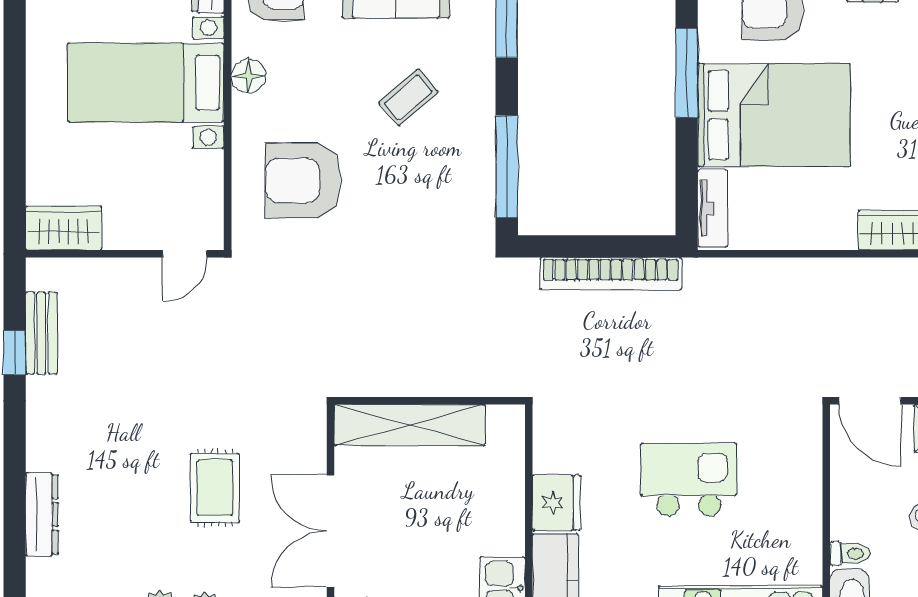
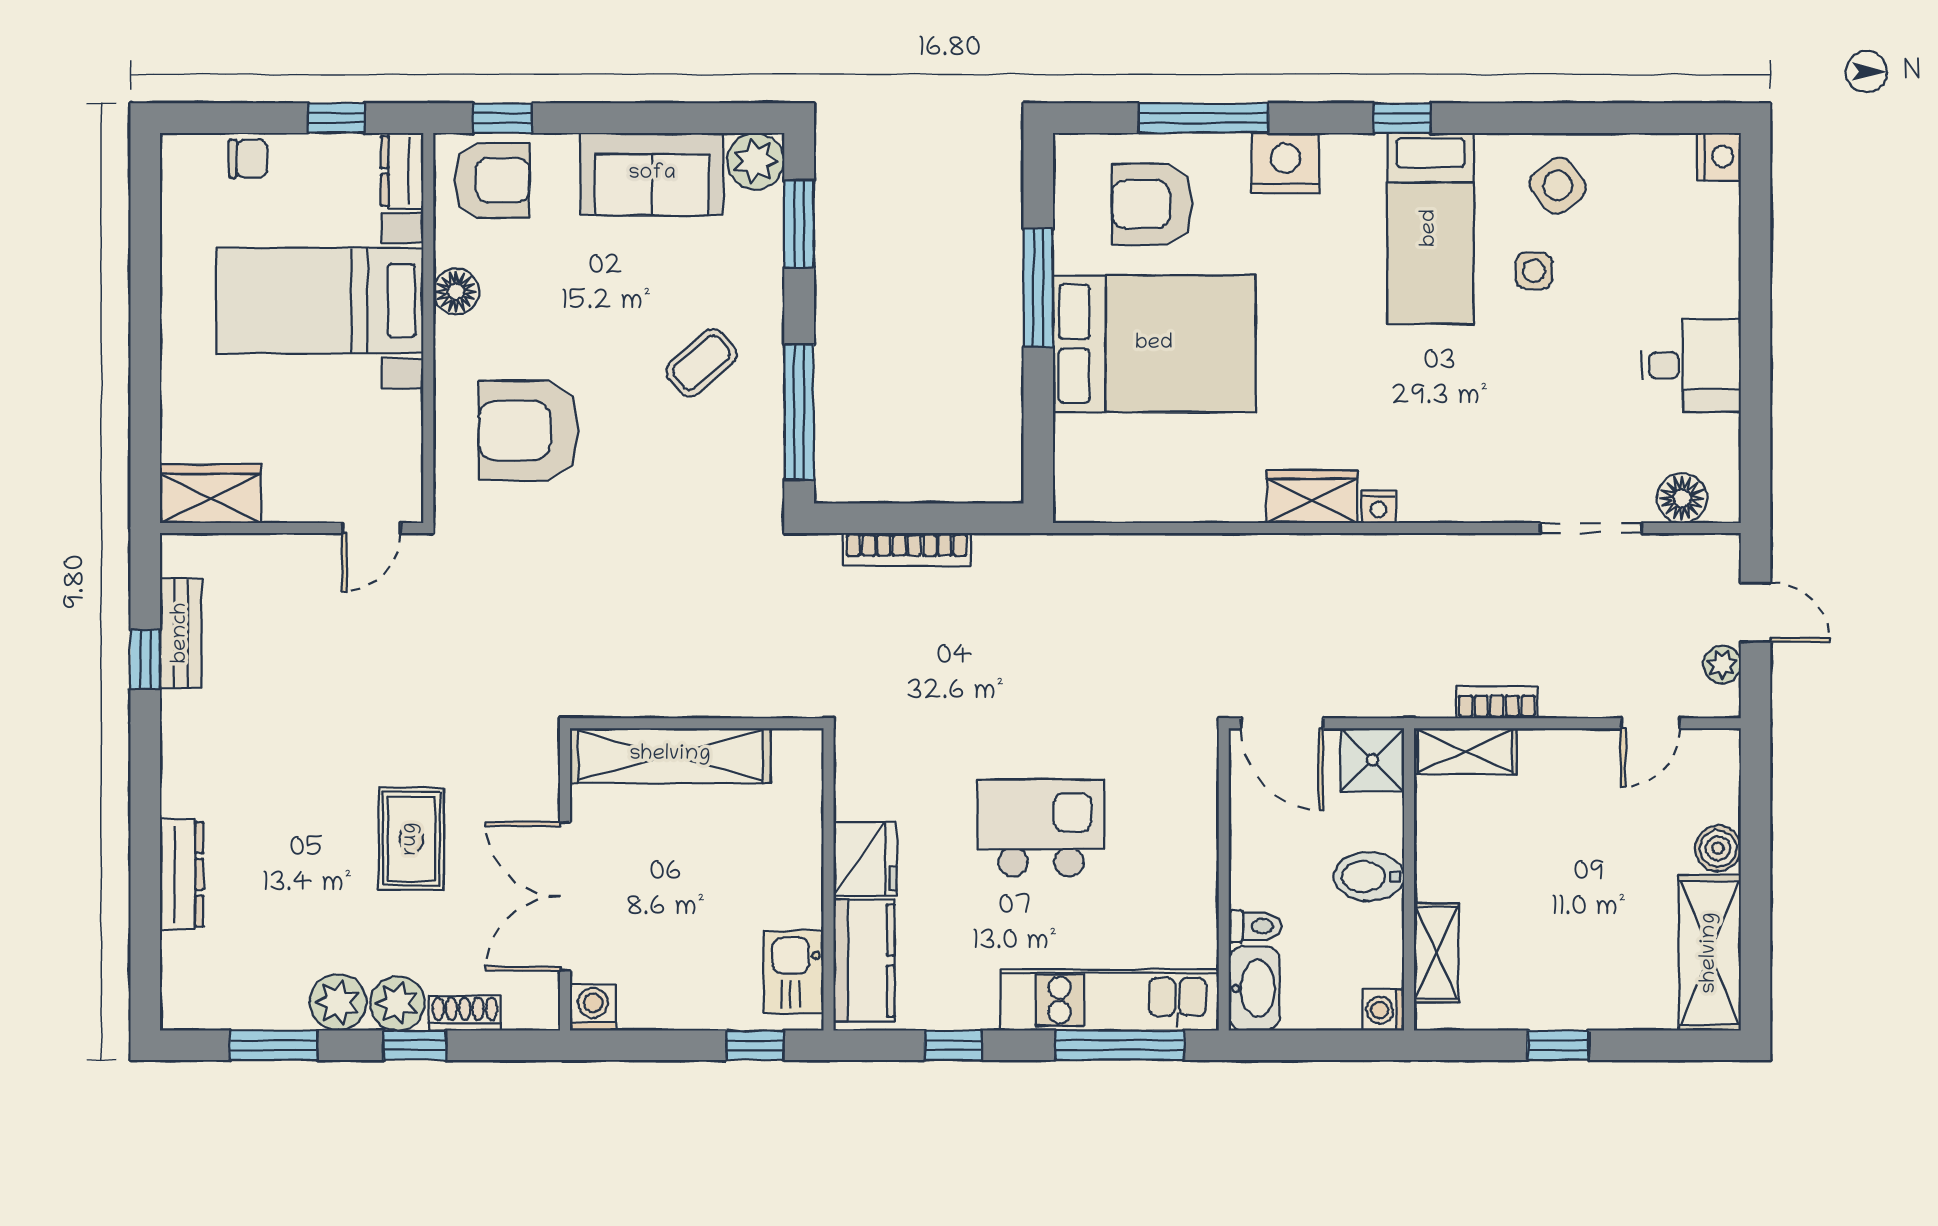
coffee table: (408, 97) -> (701, 363), moved
tv unit: (713, 208) -> (1073, 467), removed
bookcase: (611, 274) -> (907, 549), width x0.68, depth x0.76

